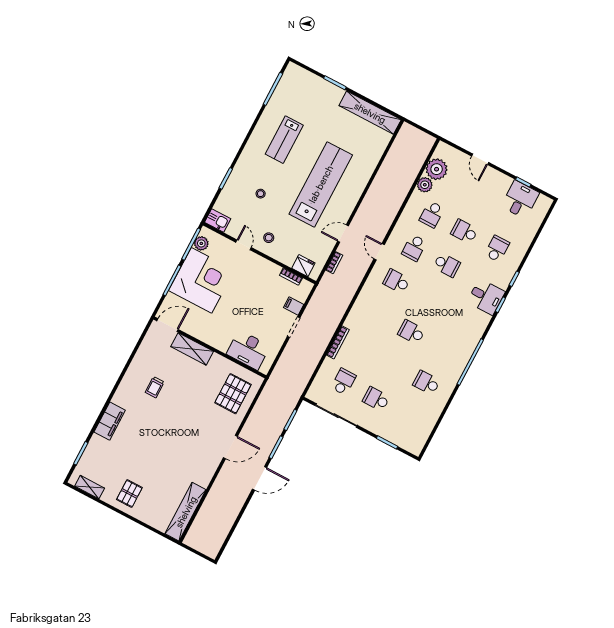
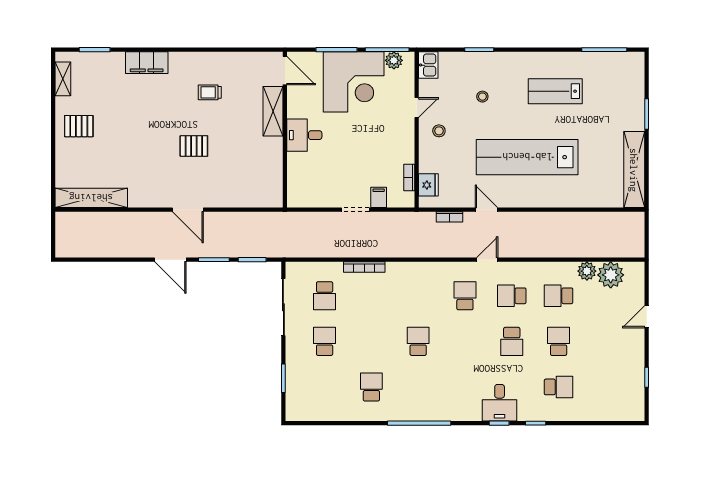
lab bench: (321, 184) -> (527, 157), turned 180
desk: (520, 200) -> (626, 384), removed
desk: (248, 350) -> (304, 135), moved, width x0.73
school desk: (344, 382) -> (325, 296), turned 90
pallet: (233, 394) -> (194, 146), moved, width x0.67, depth x0.71

